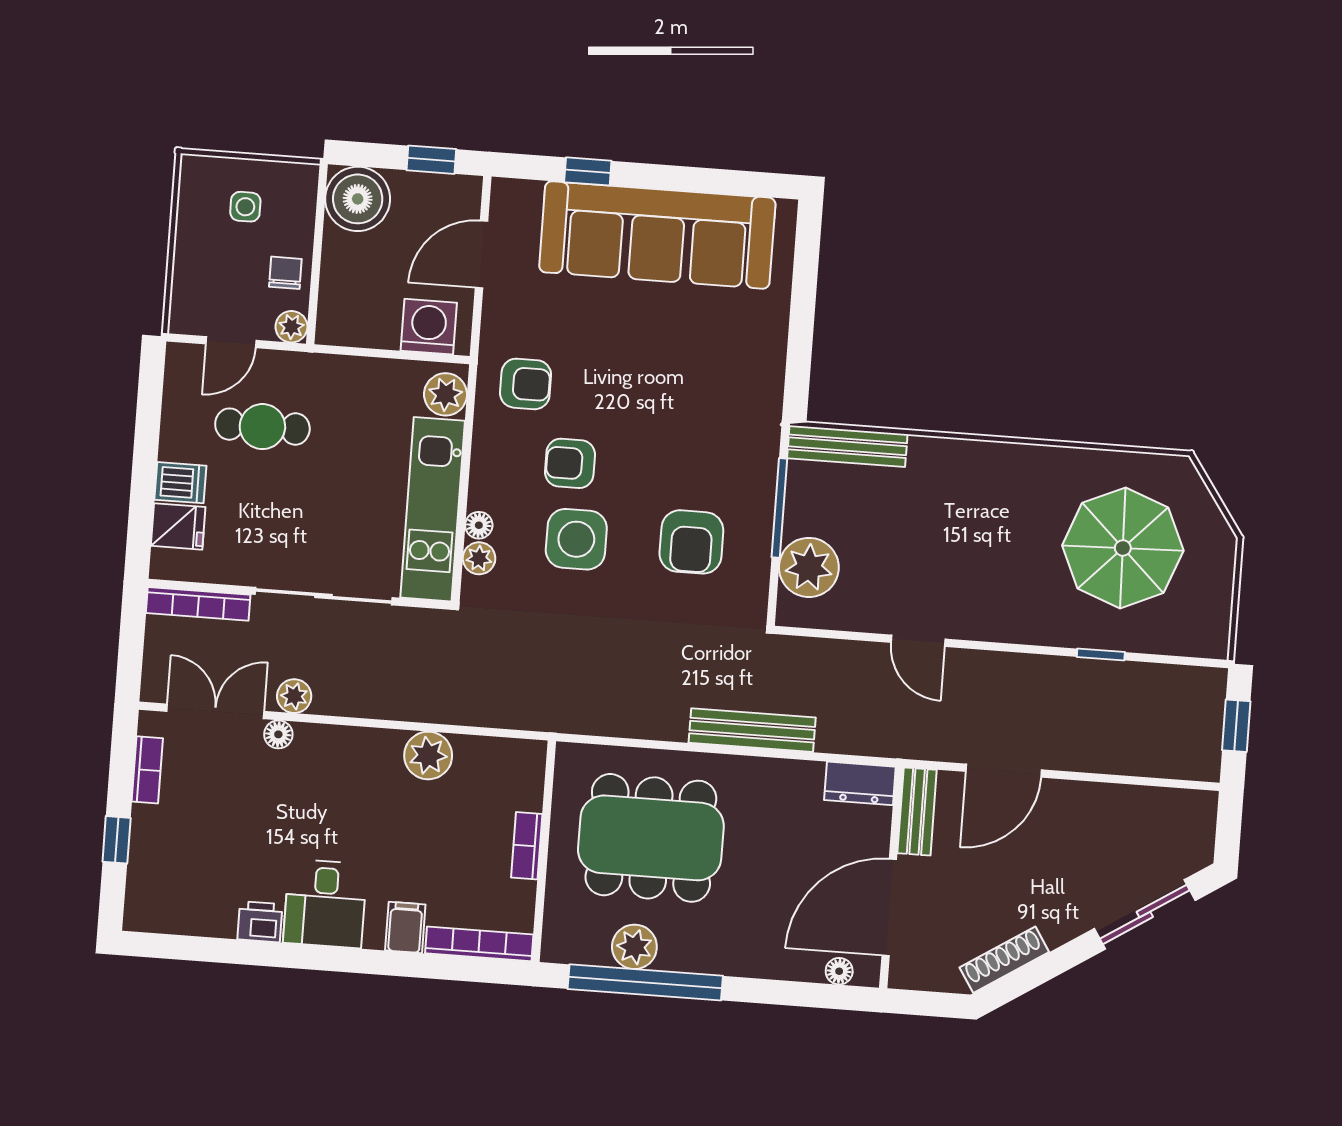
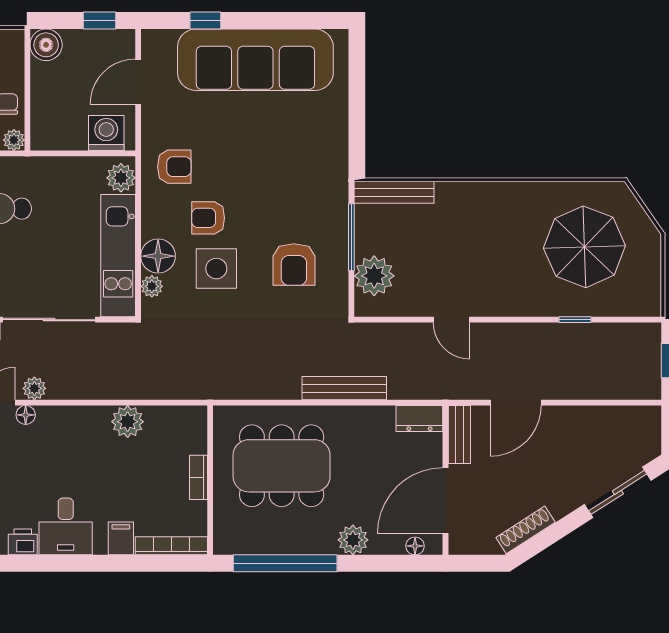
boiler: (358, 199) -> (46, 45), width x0.73, depth x0.73
floor lamp: (479, 525) -> (158, 256), width x1.89, depth x1.89
plant: (634, 947) -> (353, 540), moved

